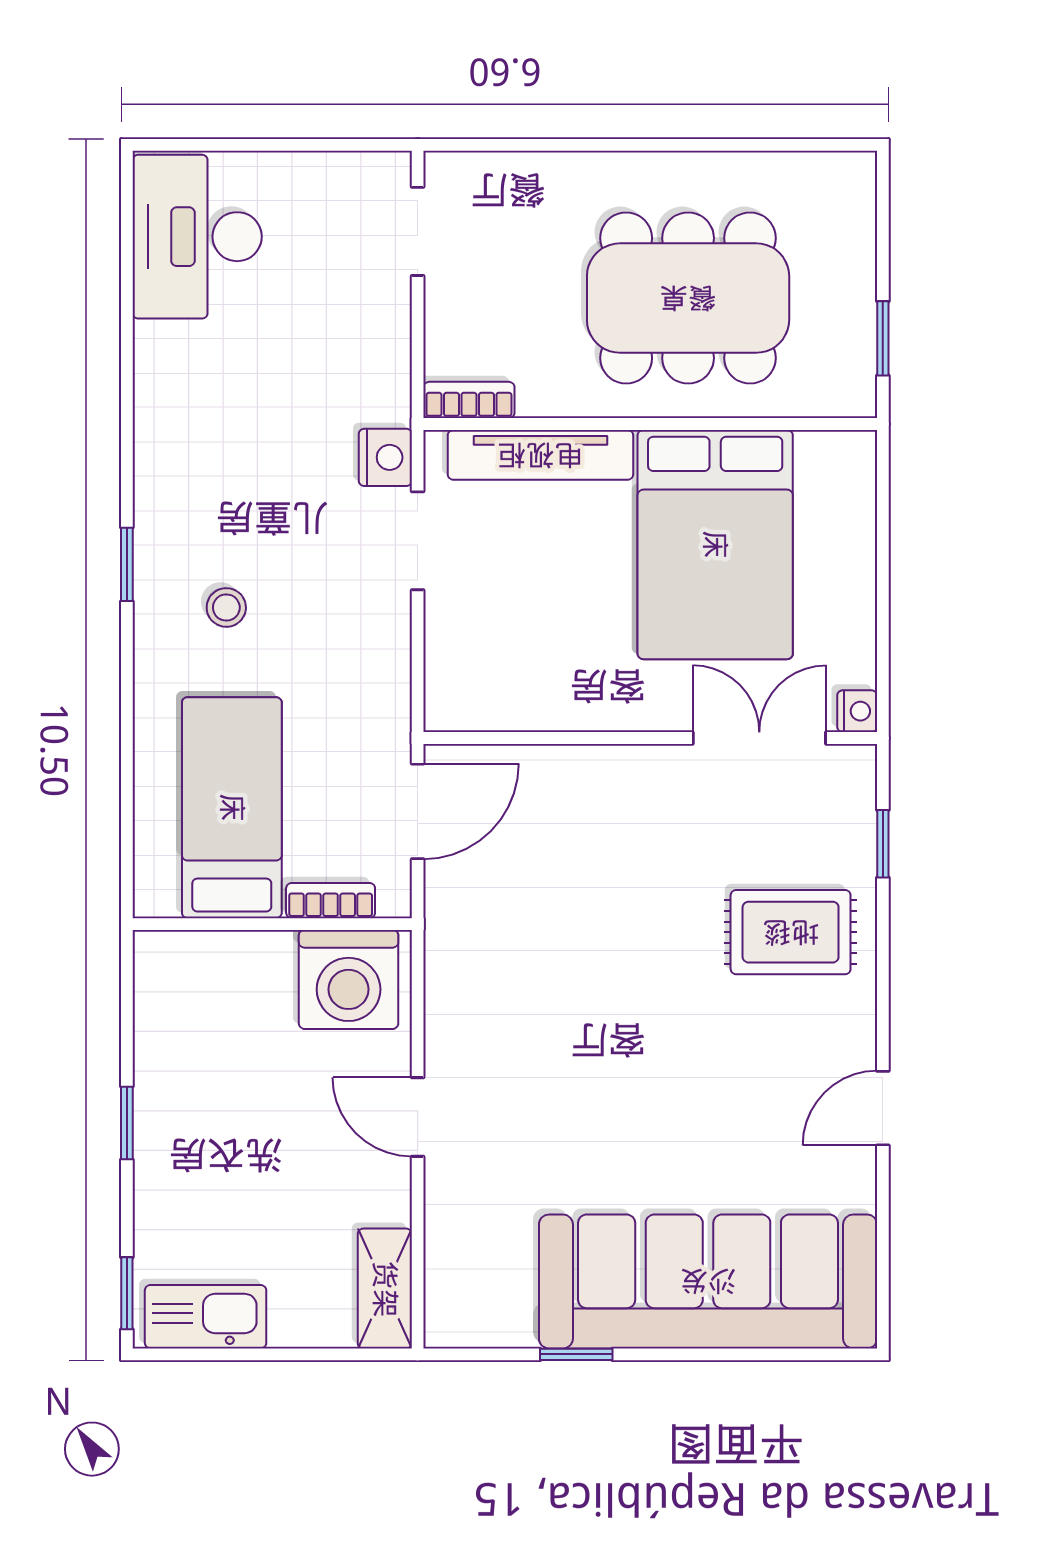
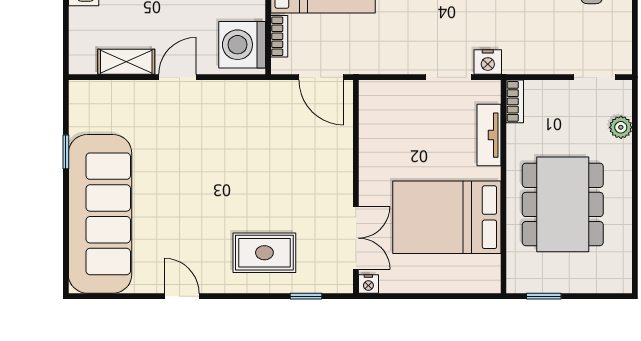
plant: (524, 175) -> (621, 127), added
tv unit: (540, 455) -> (489, 135), width x0.71
rug: (791, 932) -> (264, 253), turned 90
shelving: (385, 1289) -> (126, 62), moved

